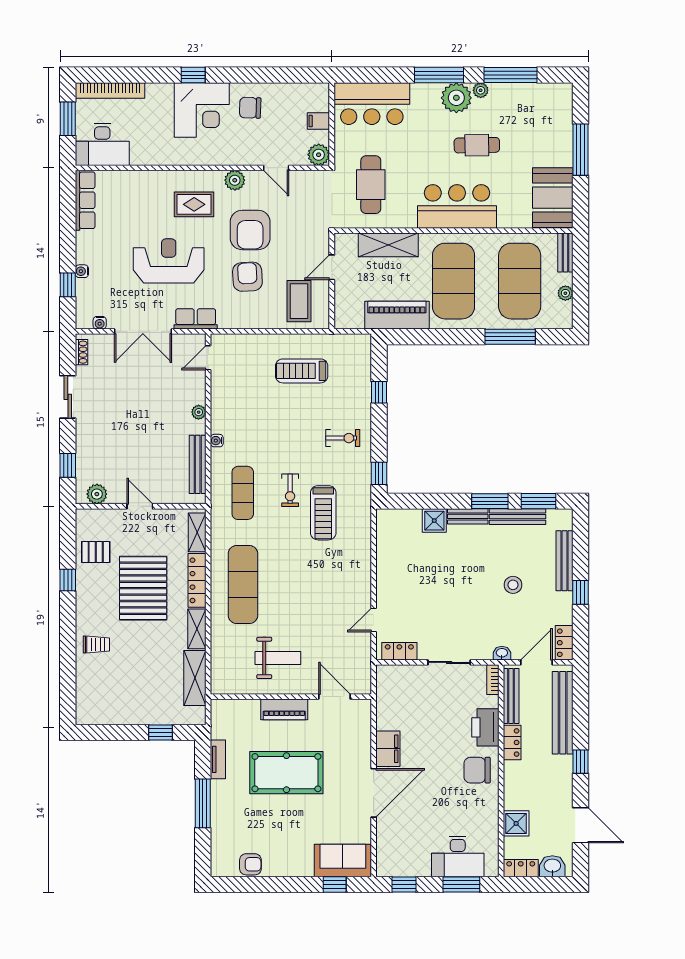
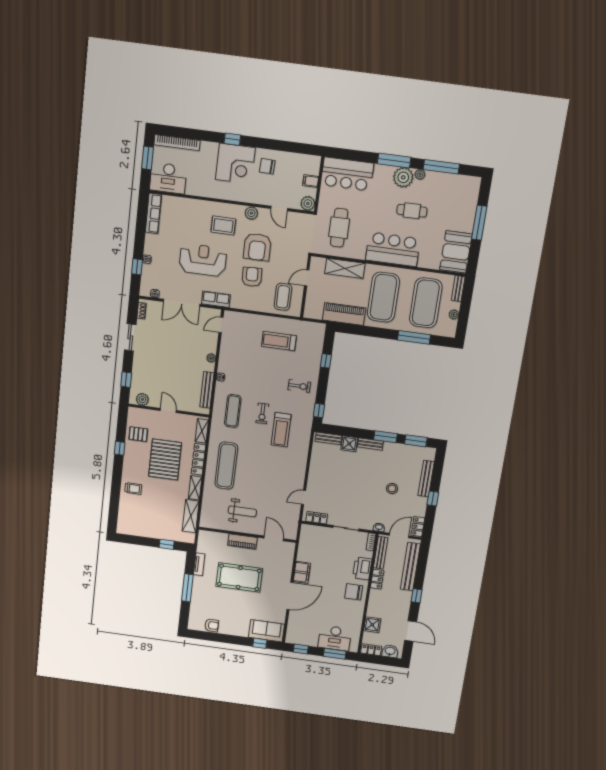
bench: (518, 517) -> (328, 438), moved, width x0.73

